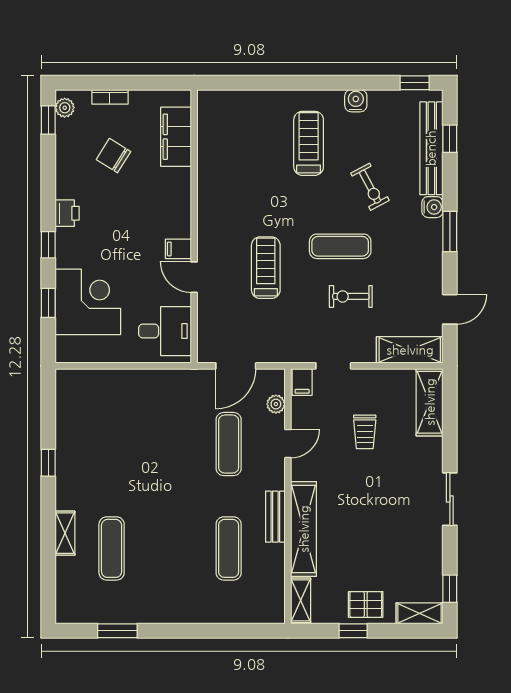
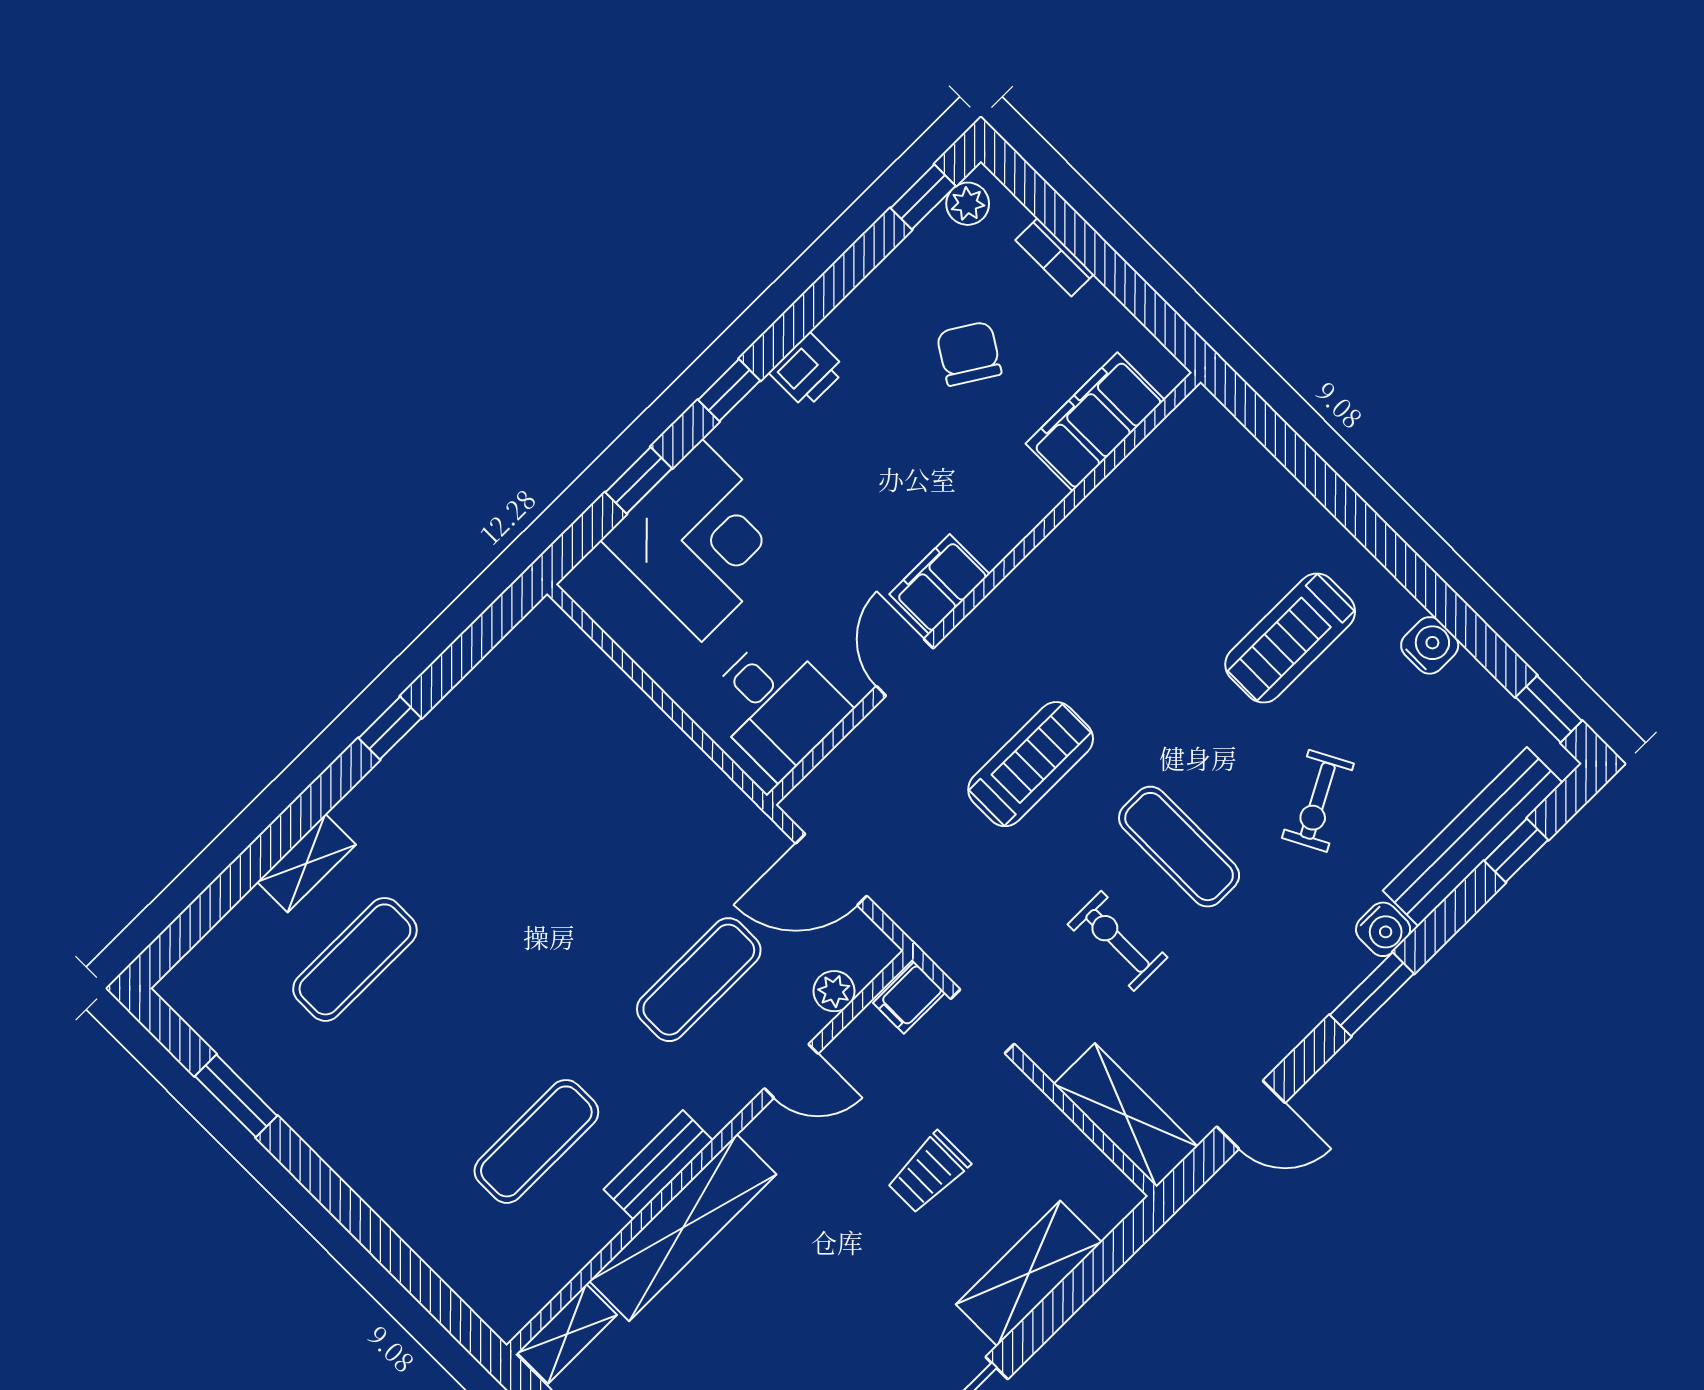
treadmill: (309, 143) -> (1290, 638), turned 180
filing cabinet: (178, 249) -> (939, 584), width x2.00
shelving: (430, 402) -> (1029, 1273), moved

